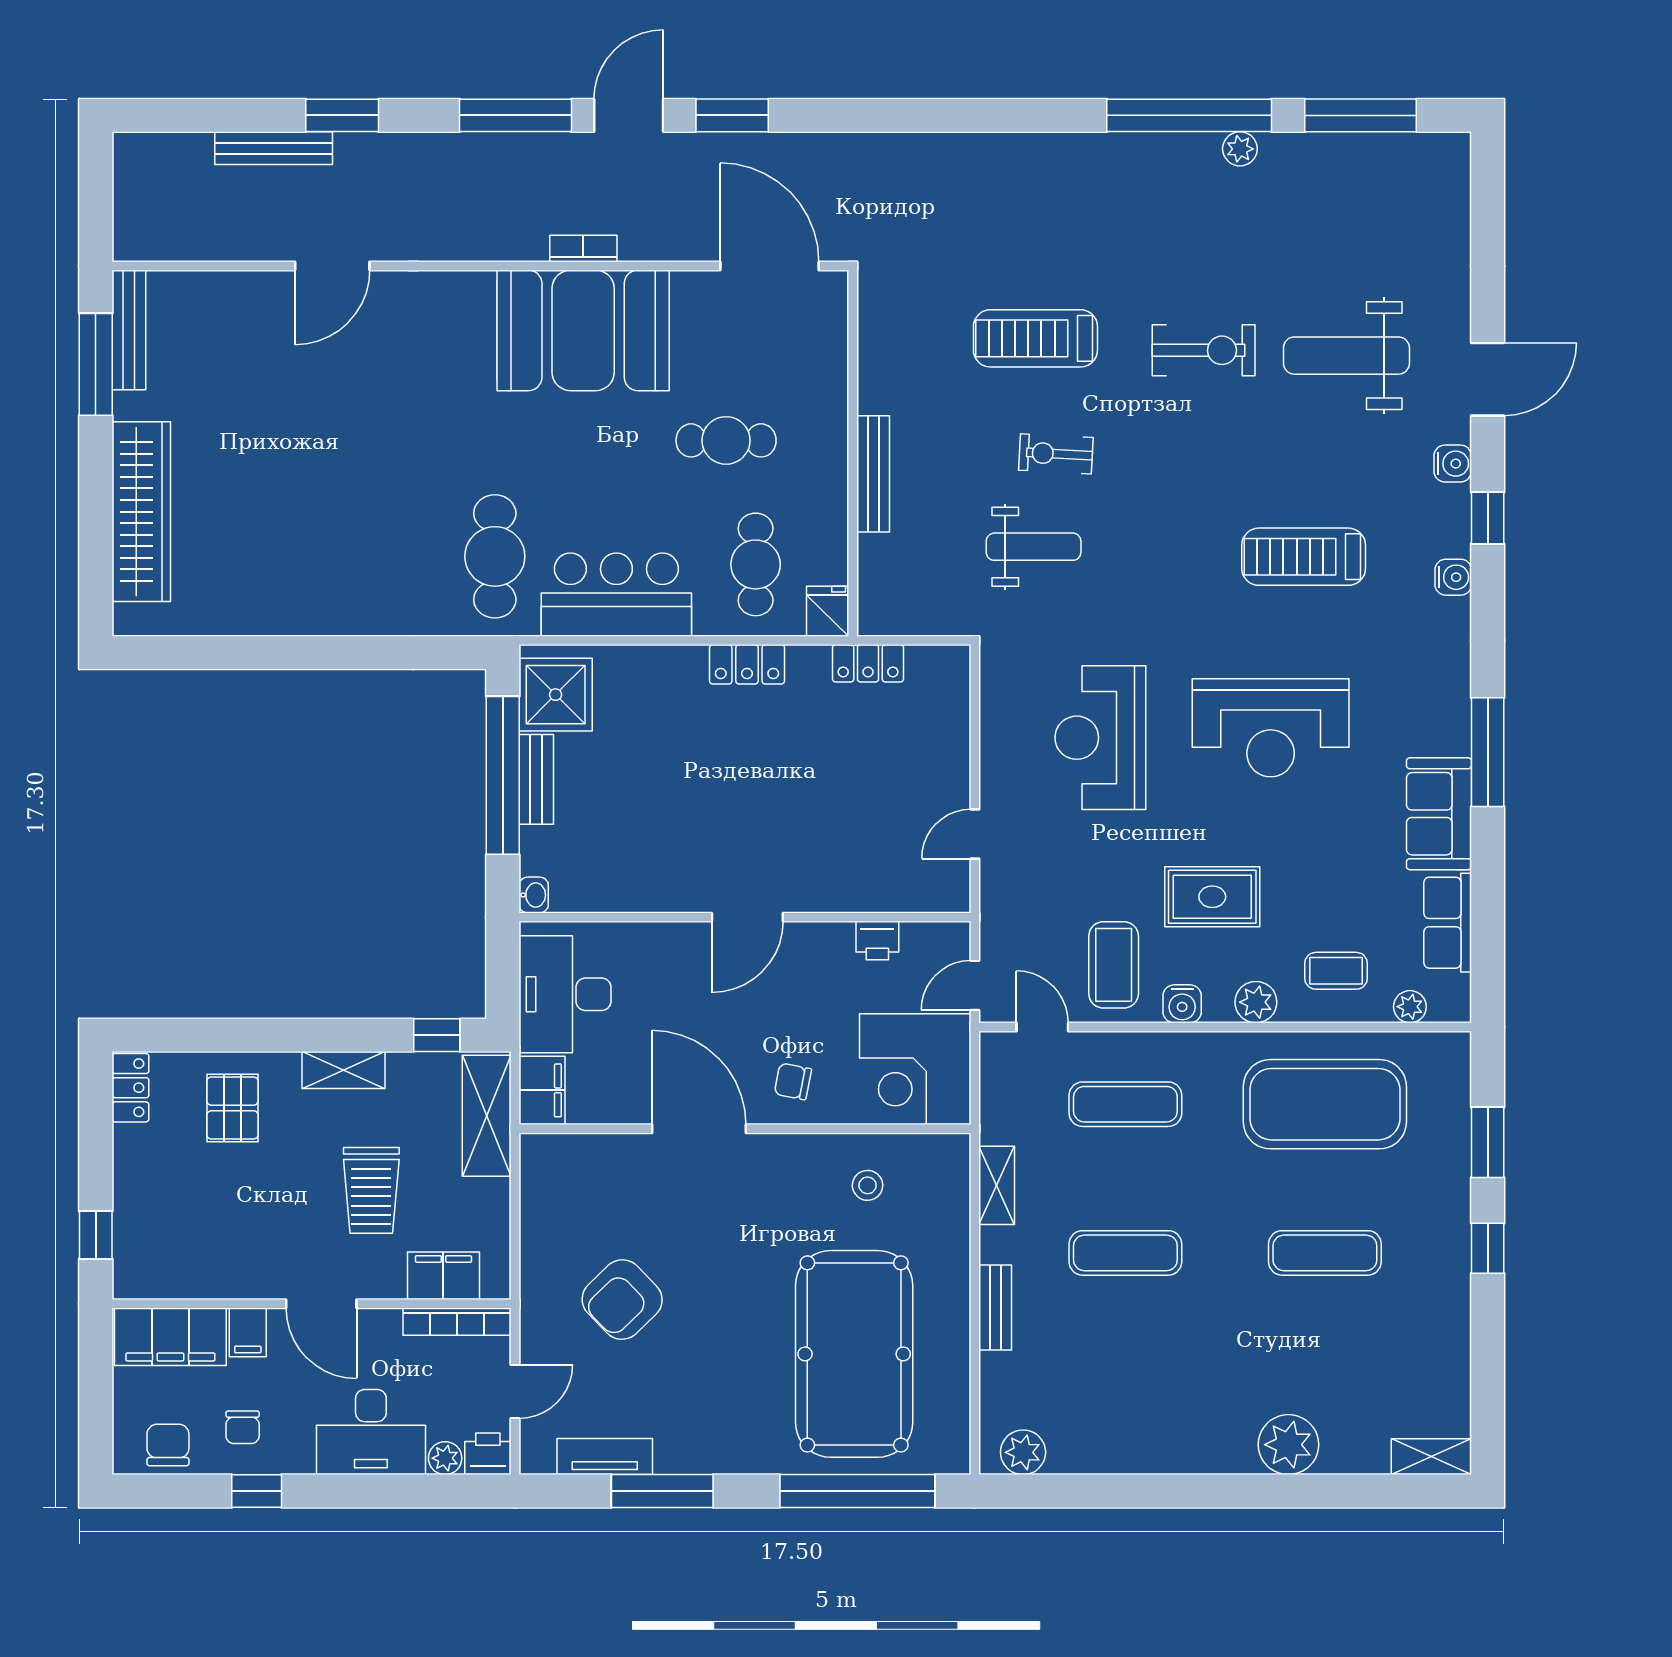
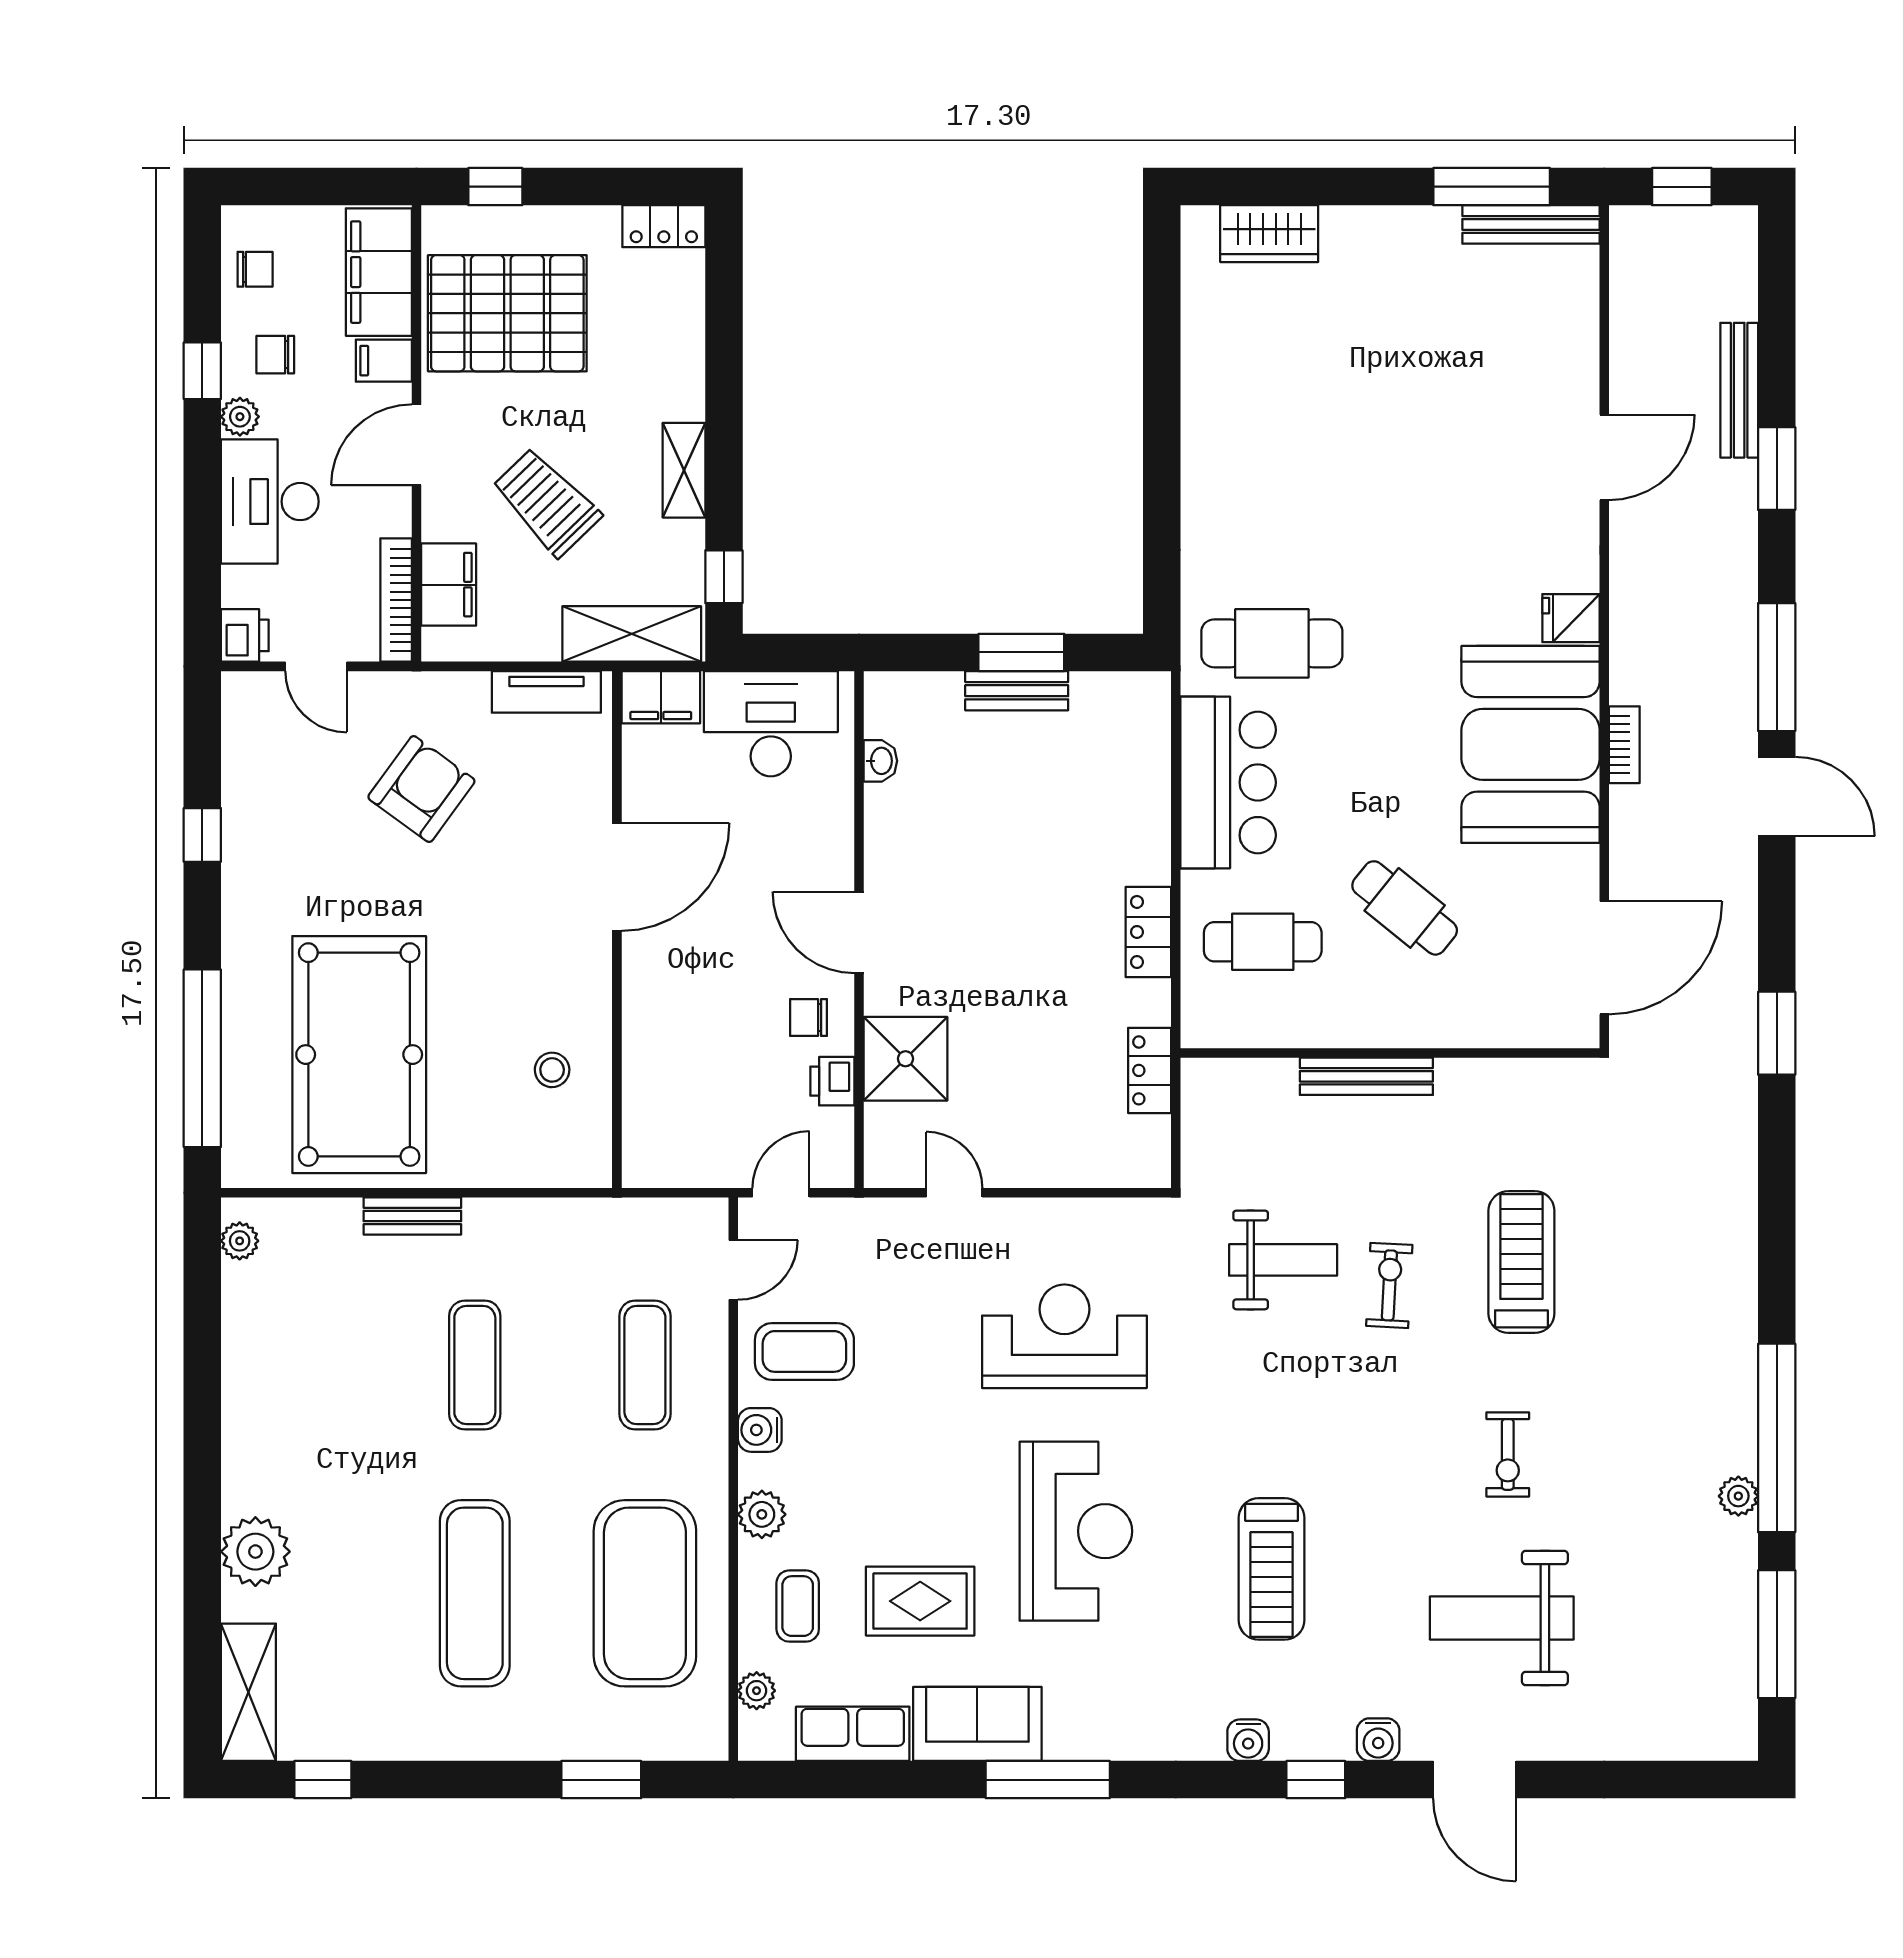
window: (732, 115) -> (1777, 1033), moved
window: (96, 198) -> (1682, 187), added
door: (332, 266) -> (1604, 457), swing flipped
exercise bike: (1204, 350) -> (1508, 1454), width x0.73, depth x0.72
weight bench: (1346, 356) -> (1502, 1618), turned -90
cafe table: (726, 440) -> (1405, 908), turned -51
wardrobe: (141, 512) -> (1269, 234), width x0.48, depth x0.85
weight bench: (1034, 547) -> (1283, 1260), turned -90
treadmill: (1304, 557) -> (1272, 1569), turned 180
fridge: (828, 611) -> (1571, 618), moved, turned 180
shower: (556, 695) -> (906, 1059), moved
reception desk: (1271, 728) -> (1076, 1531), turned 180
window: (503, 775) -> (1021, 652), width x0.47
washbasin: (534, 895) -> (880, 761), moved, turned -90
rug: (1212, 897) -> (920, 1601), moved, turned 90
door: (975, 985) -> (781, 1193), hinge flipped
corner desk: (915, 1069) -> (685, 1125), removed
chair: (793, 1081) -> (809, 1018), moved, turned -101
pallet: (232, 1108) -> (507, 313), moved, width x2.05, depth x2.00
shelving: (997, 1185) -> (552, 1218), removed
trolley: (371, 1190) -> (546, 502), turned 46
window: (1488, 1248) -> (323, 1780), moved
exercise mat: (1325, 1253) -> (475, 1593), width x1.36, depth x1.45
armchair: (622, 1300) -> (421, 789), turned 80
pool table: (854, 1354) -> (359, 1055), turned 90
chair: (168, 1445) -> (255, 269), width x0.73, depth x0.73
plant: (1023, 1452) -> (240, 1241), width x0.73, depth x0.73
tv unit: (605, 1456) -> (546, 692), moved, turned 90
shelving: (1431, 1457) -> (248, 1692), width x1.50, depth x1.33
plant: (445, 1458) -> (240, 417), moved
window: (662, 1491) -> (202, 835), width x0.46

